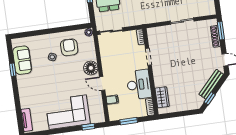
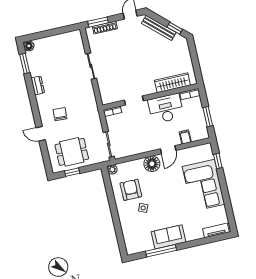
armchair: (69, 47) -> (131, 190), turned 90
sofa: (22, 60) -> (169, 237), moved
window: (13, 70) -> (161, 251), width x2.17
wardrobe: (162, 97) -> (172, 83), width x1.50

